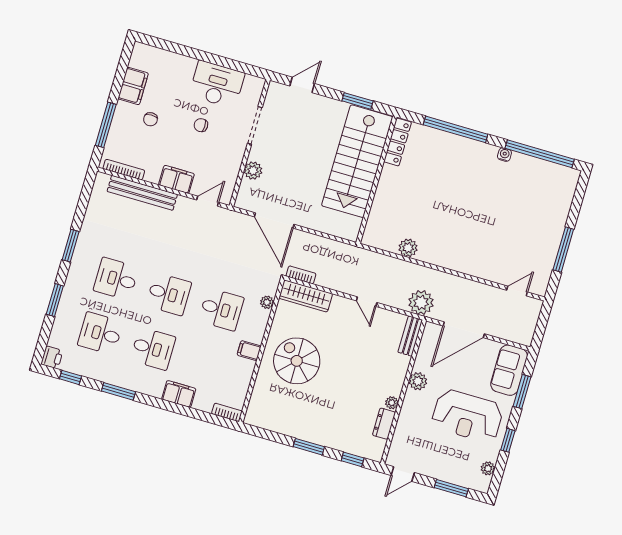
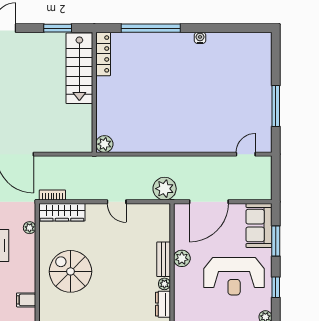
window: (540, 154) -> (231, 28), removed
stairs: (357, 161) -> (79, 68), width x0.73, depth x0.66
plant: (408, 248) -> (104, 144), moved
bench: (410, 336) -> (164, 259), moved
filing cabinet: (249, 351) -> (26, 300), moved

